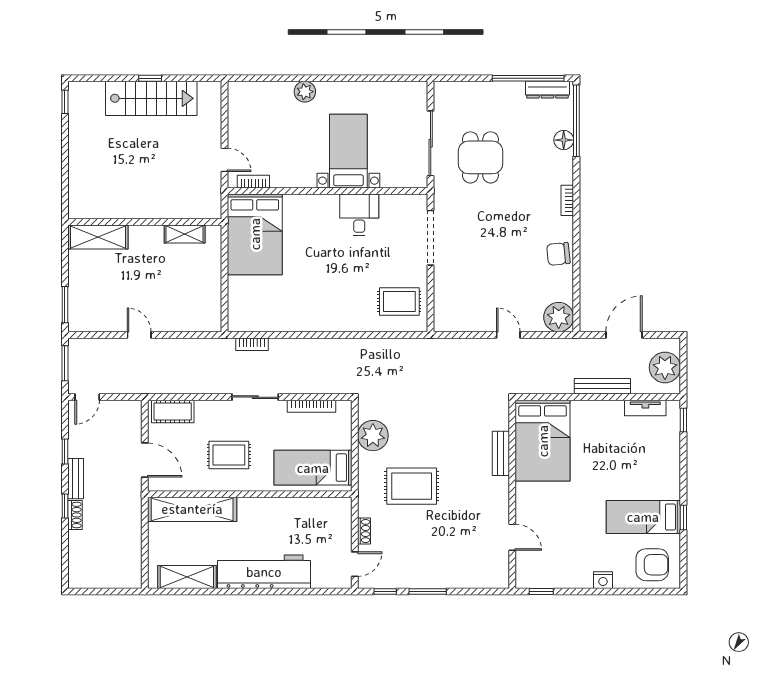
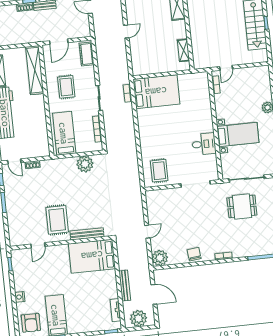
floor lamp: (564, 140) -> (256, 251), removed
bed: (255, 234) -> (156, 92), moved, turned 180
bench: (501, 453) -> (87, 234), width x1.36
rug: (412, 486) -> (57, 220), moved

